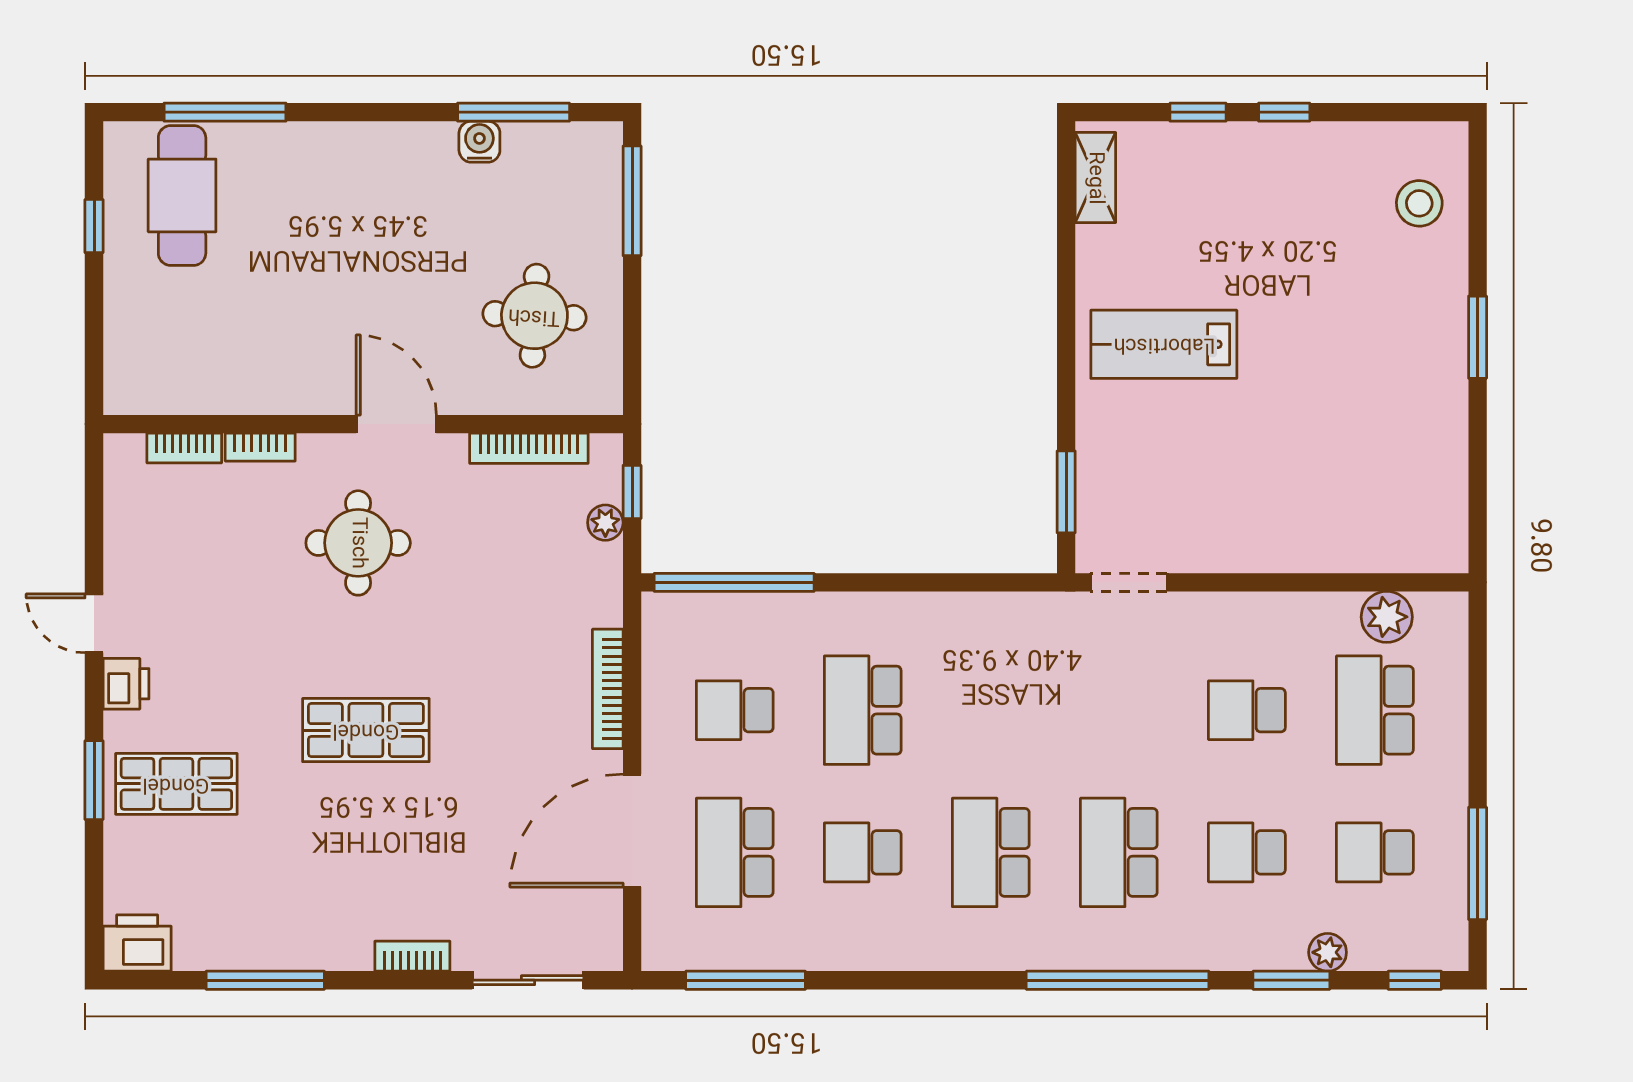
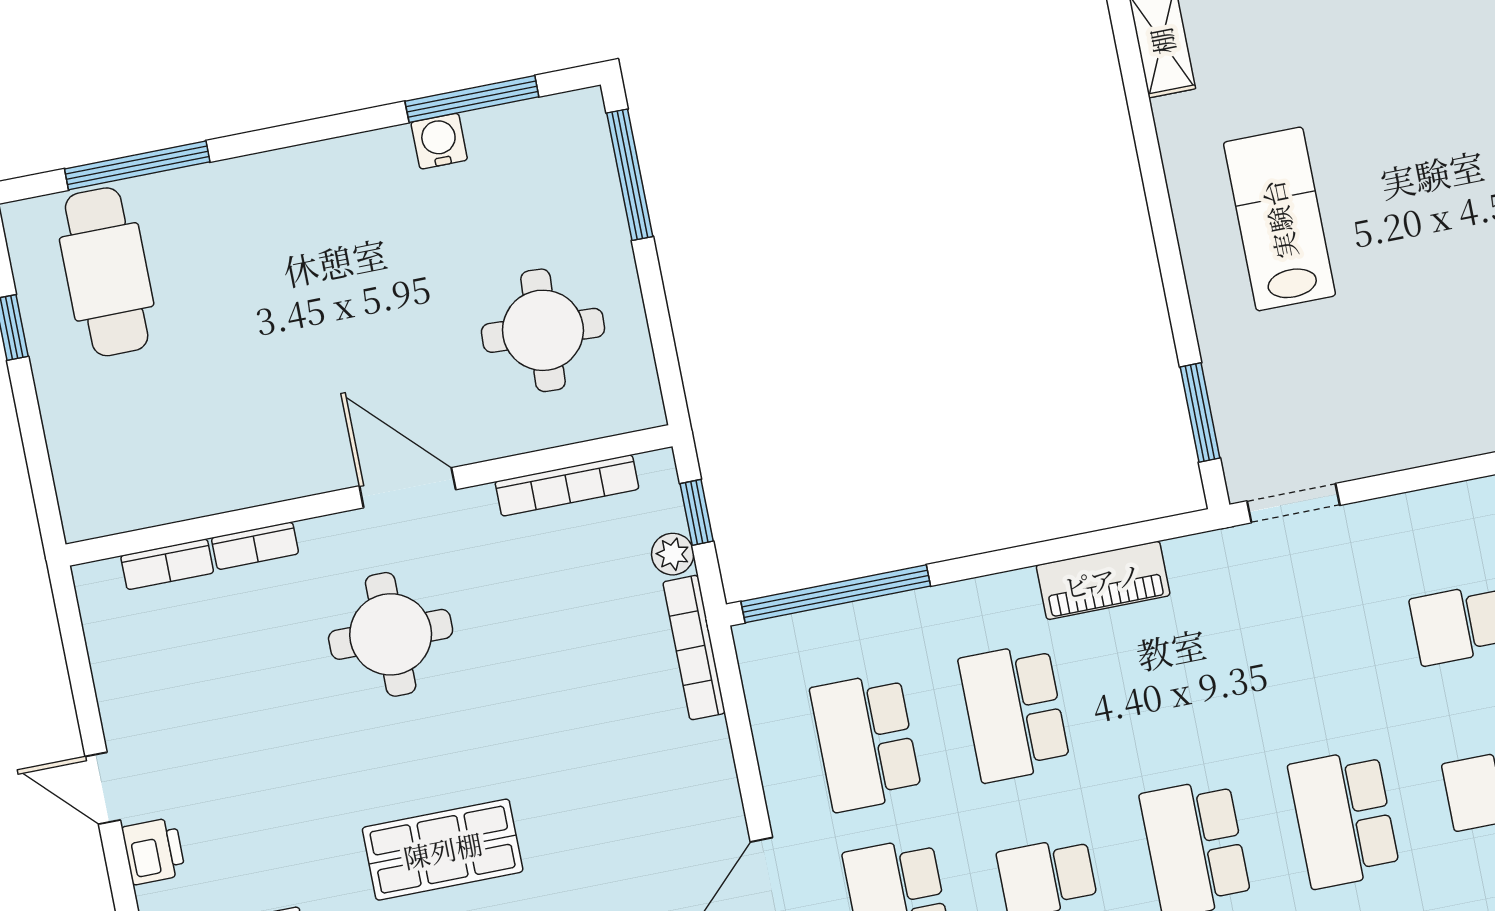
lab bench: (1164, 344) -> (1279, 219), turned 90
piano: (958, 615) -> (1103, 580), added
bookcase: (608, 689) -> (694, 648), moved
school desk: (735, 710) -> (866, 742), width x1.85

